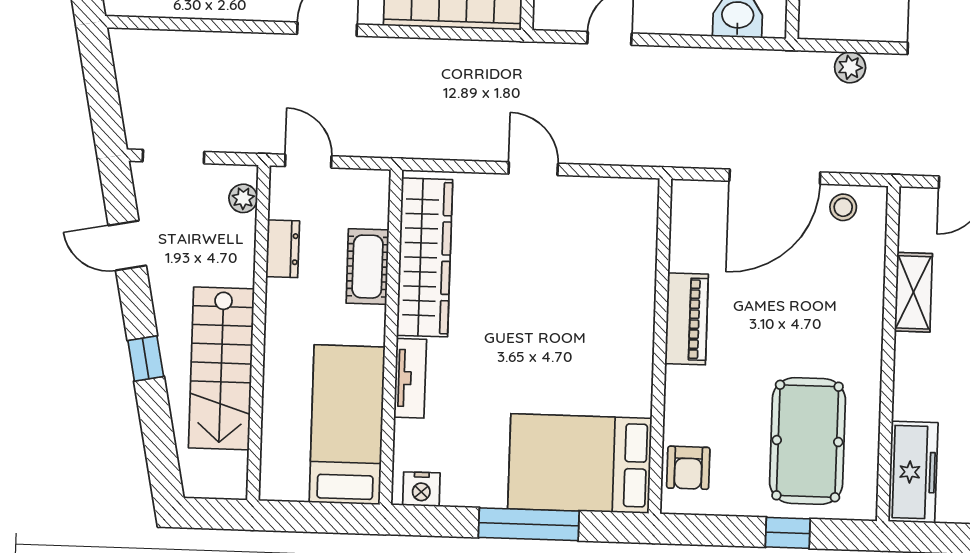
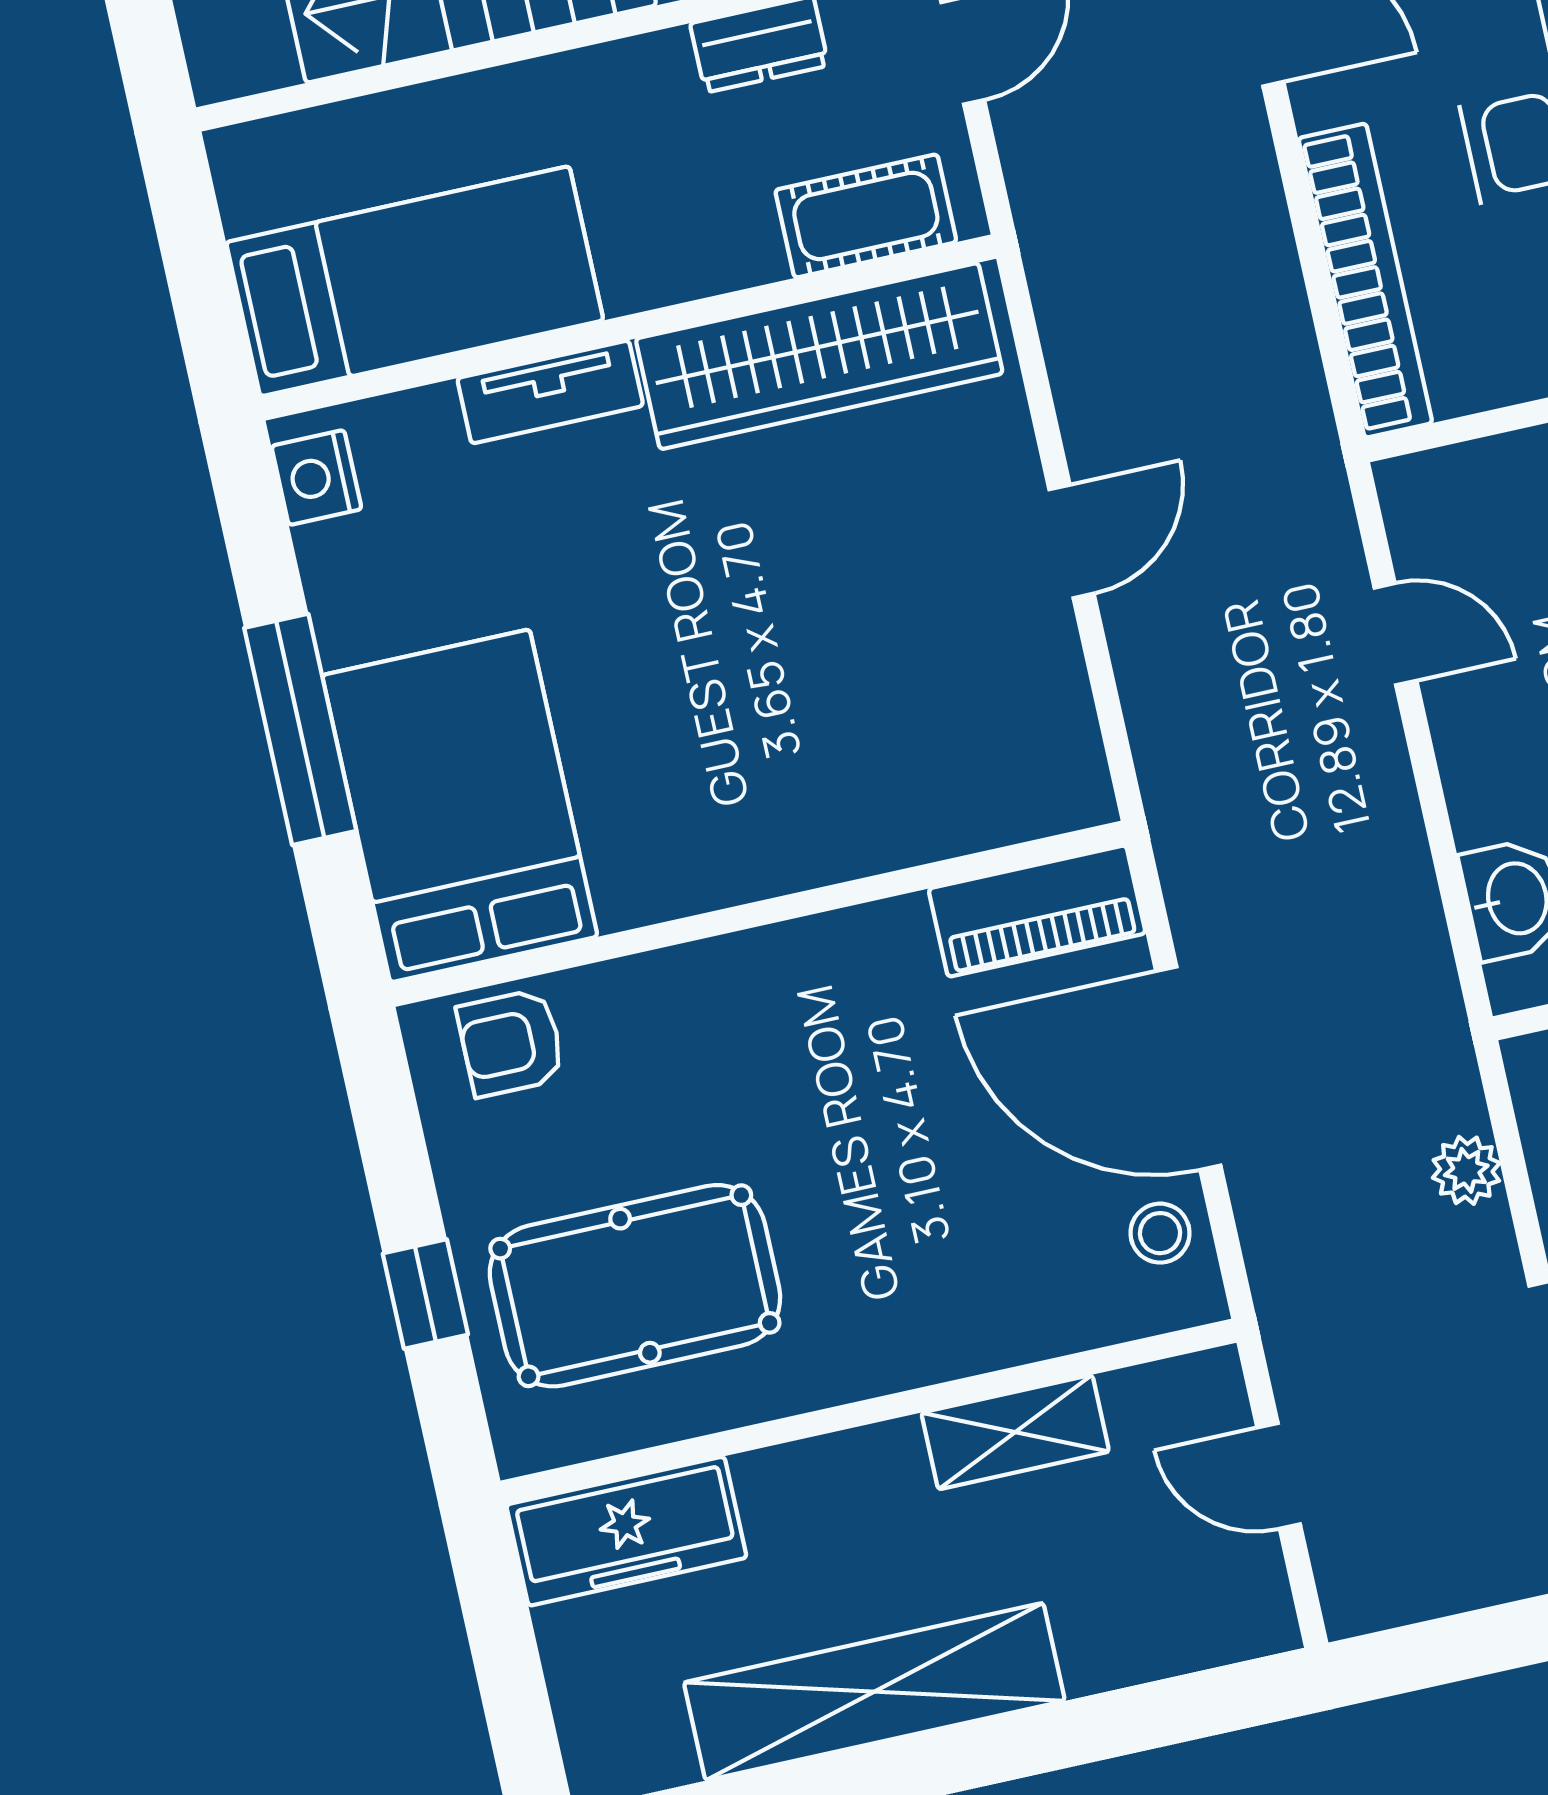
cot: (368, 267) -> (866, 216), moved
piano: (687, 319) -> (1037, 911), moved

